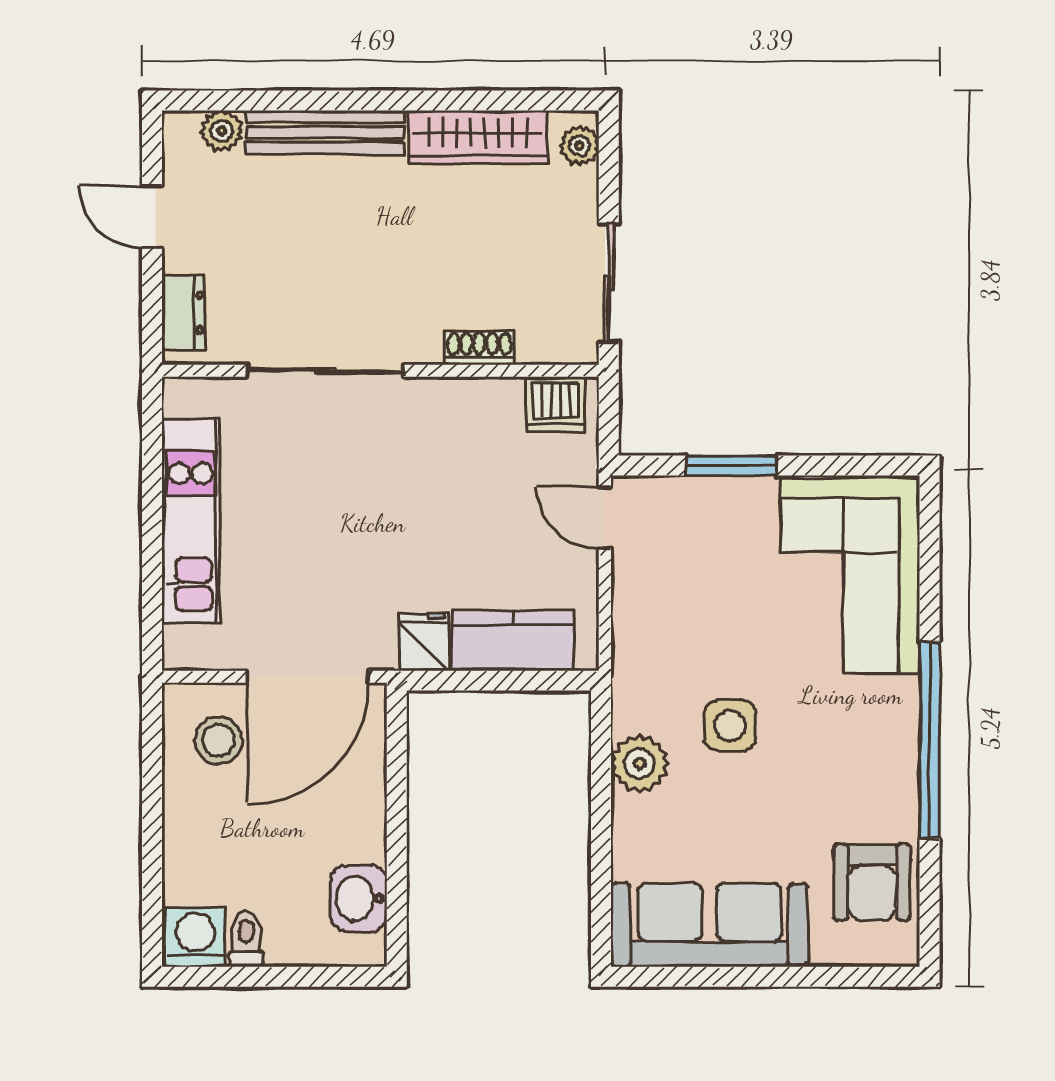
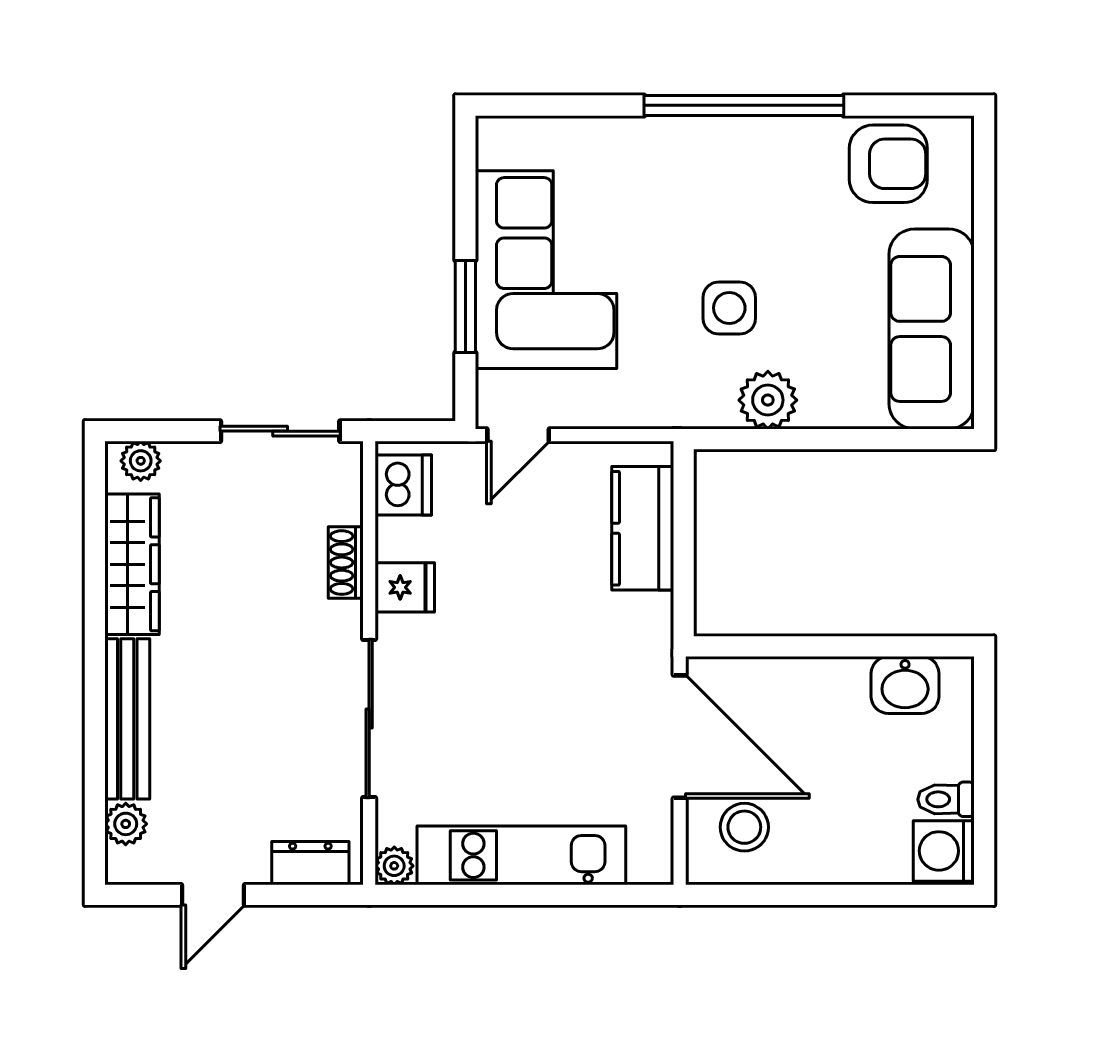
plant: (180, 395) -> (394, 866), added
corner sofa: (850, 576) -> (546, 270), moved, turned -90
fridge: (424, 642) -> (405, 587), moved, turned 180

